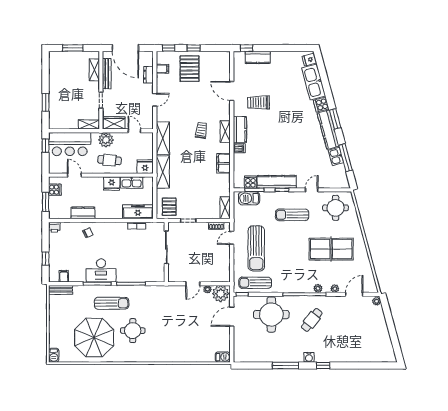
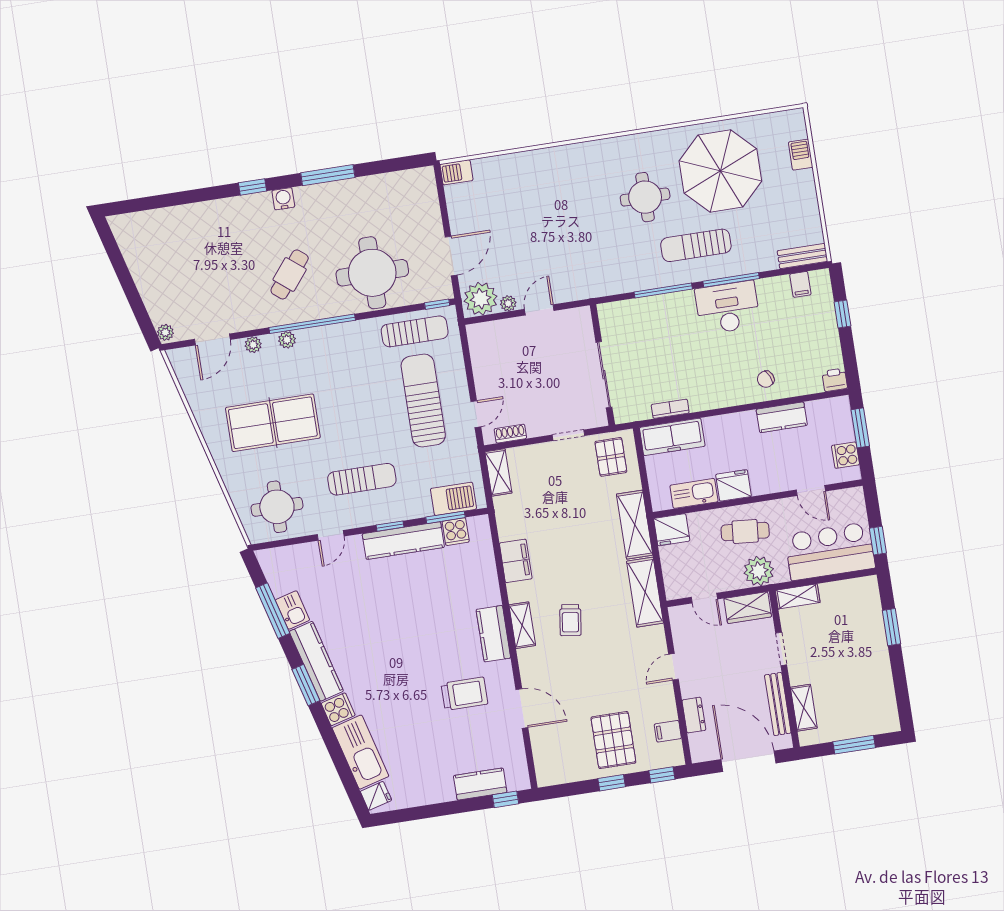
dishwasher: (239, 148) -> (489, 596), removed
barbecue: (54, 355) -> (801, 155), moved

